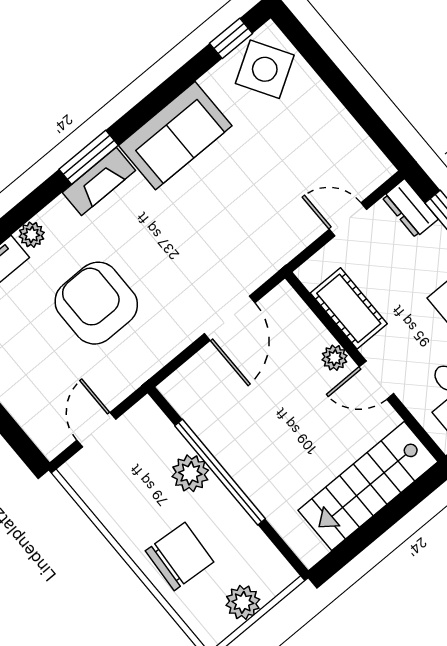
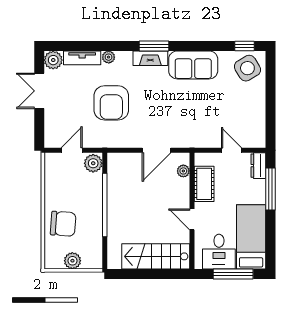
armchair: (96, 303) -> (111, 103), turned 180
plant: (335, 358) -> (183, 171), moved
plant: (190, 473) -> (93, 163), moved

